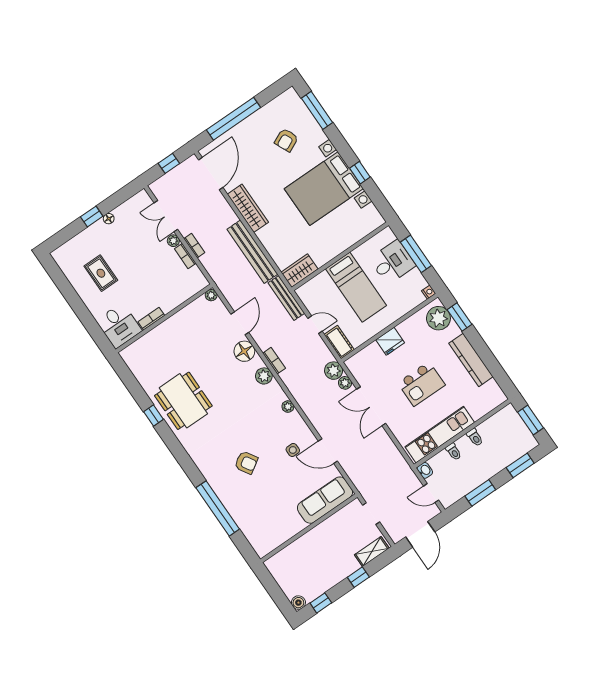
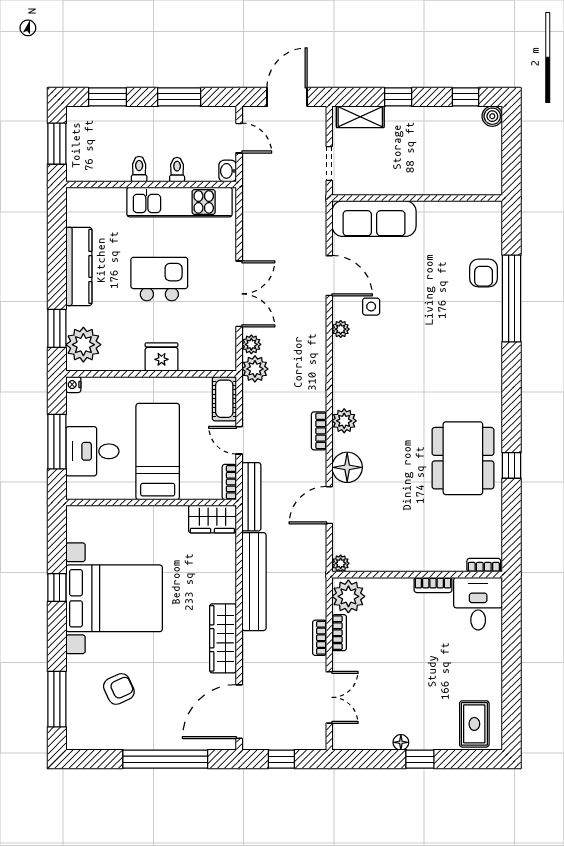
plant: (173, 241) -> (348, 596), moved, width x1.87, depth x1.87
rug: (101, 273) -> (474, 724), moved
bookcase: (304, 298) -> (229, 482), added
bookcase: (131, 349) -> (484, 565), added
plant: (288, 407) -> (341, 329), moved
armchair: (246, 463) -> (484, 273), moved, turned -148

